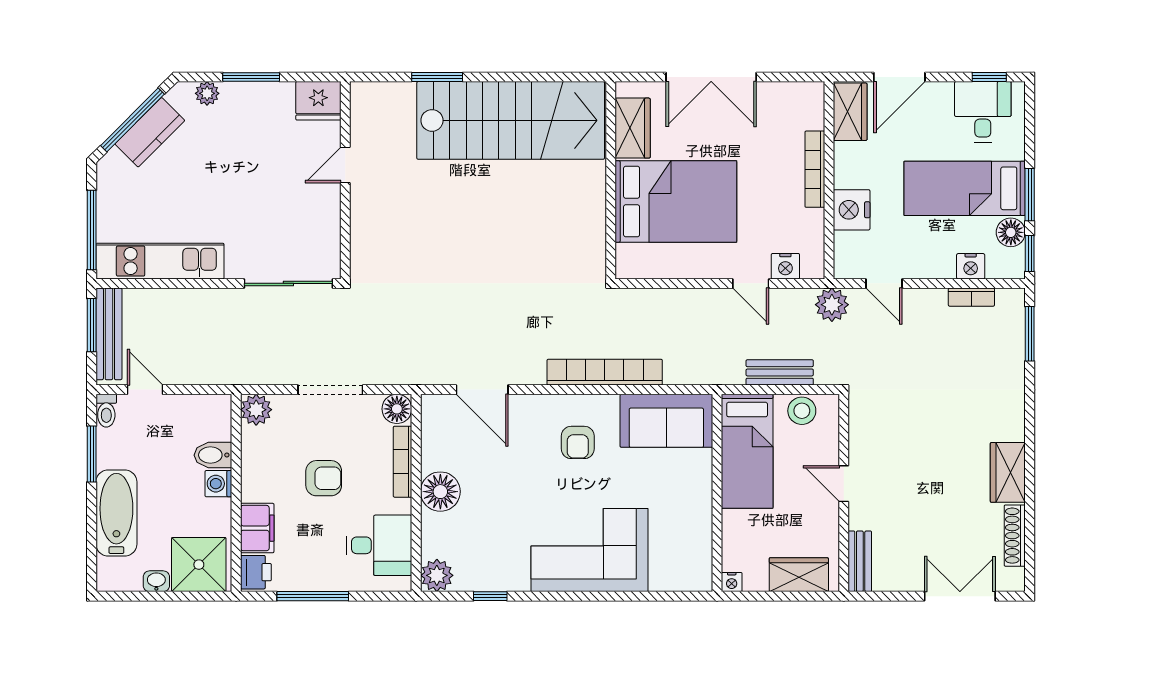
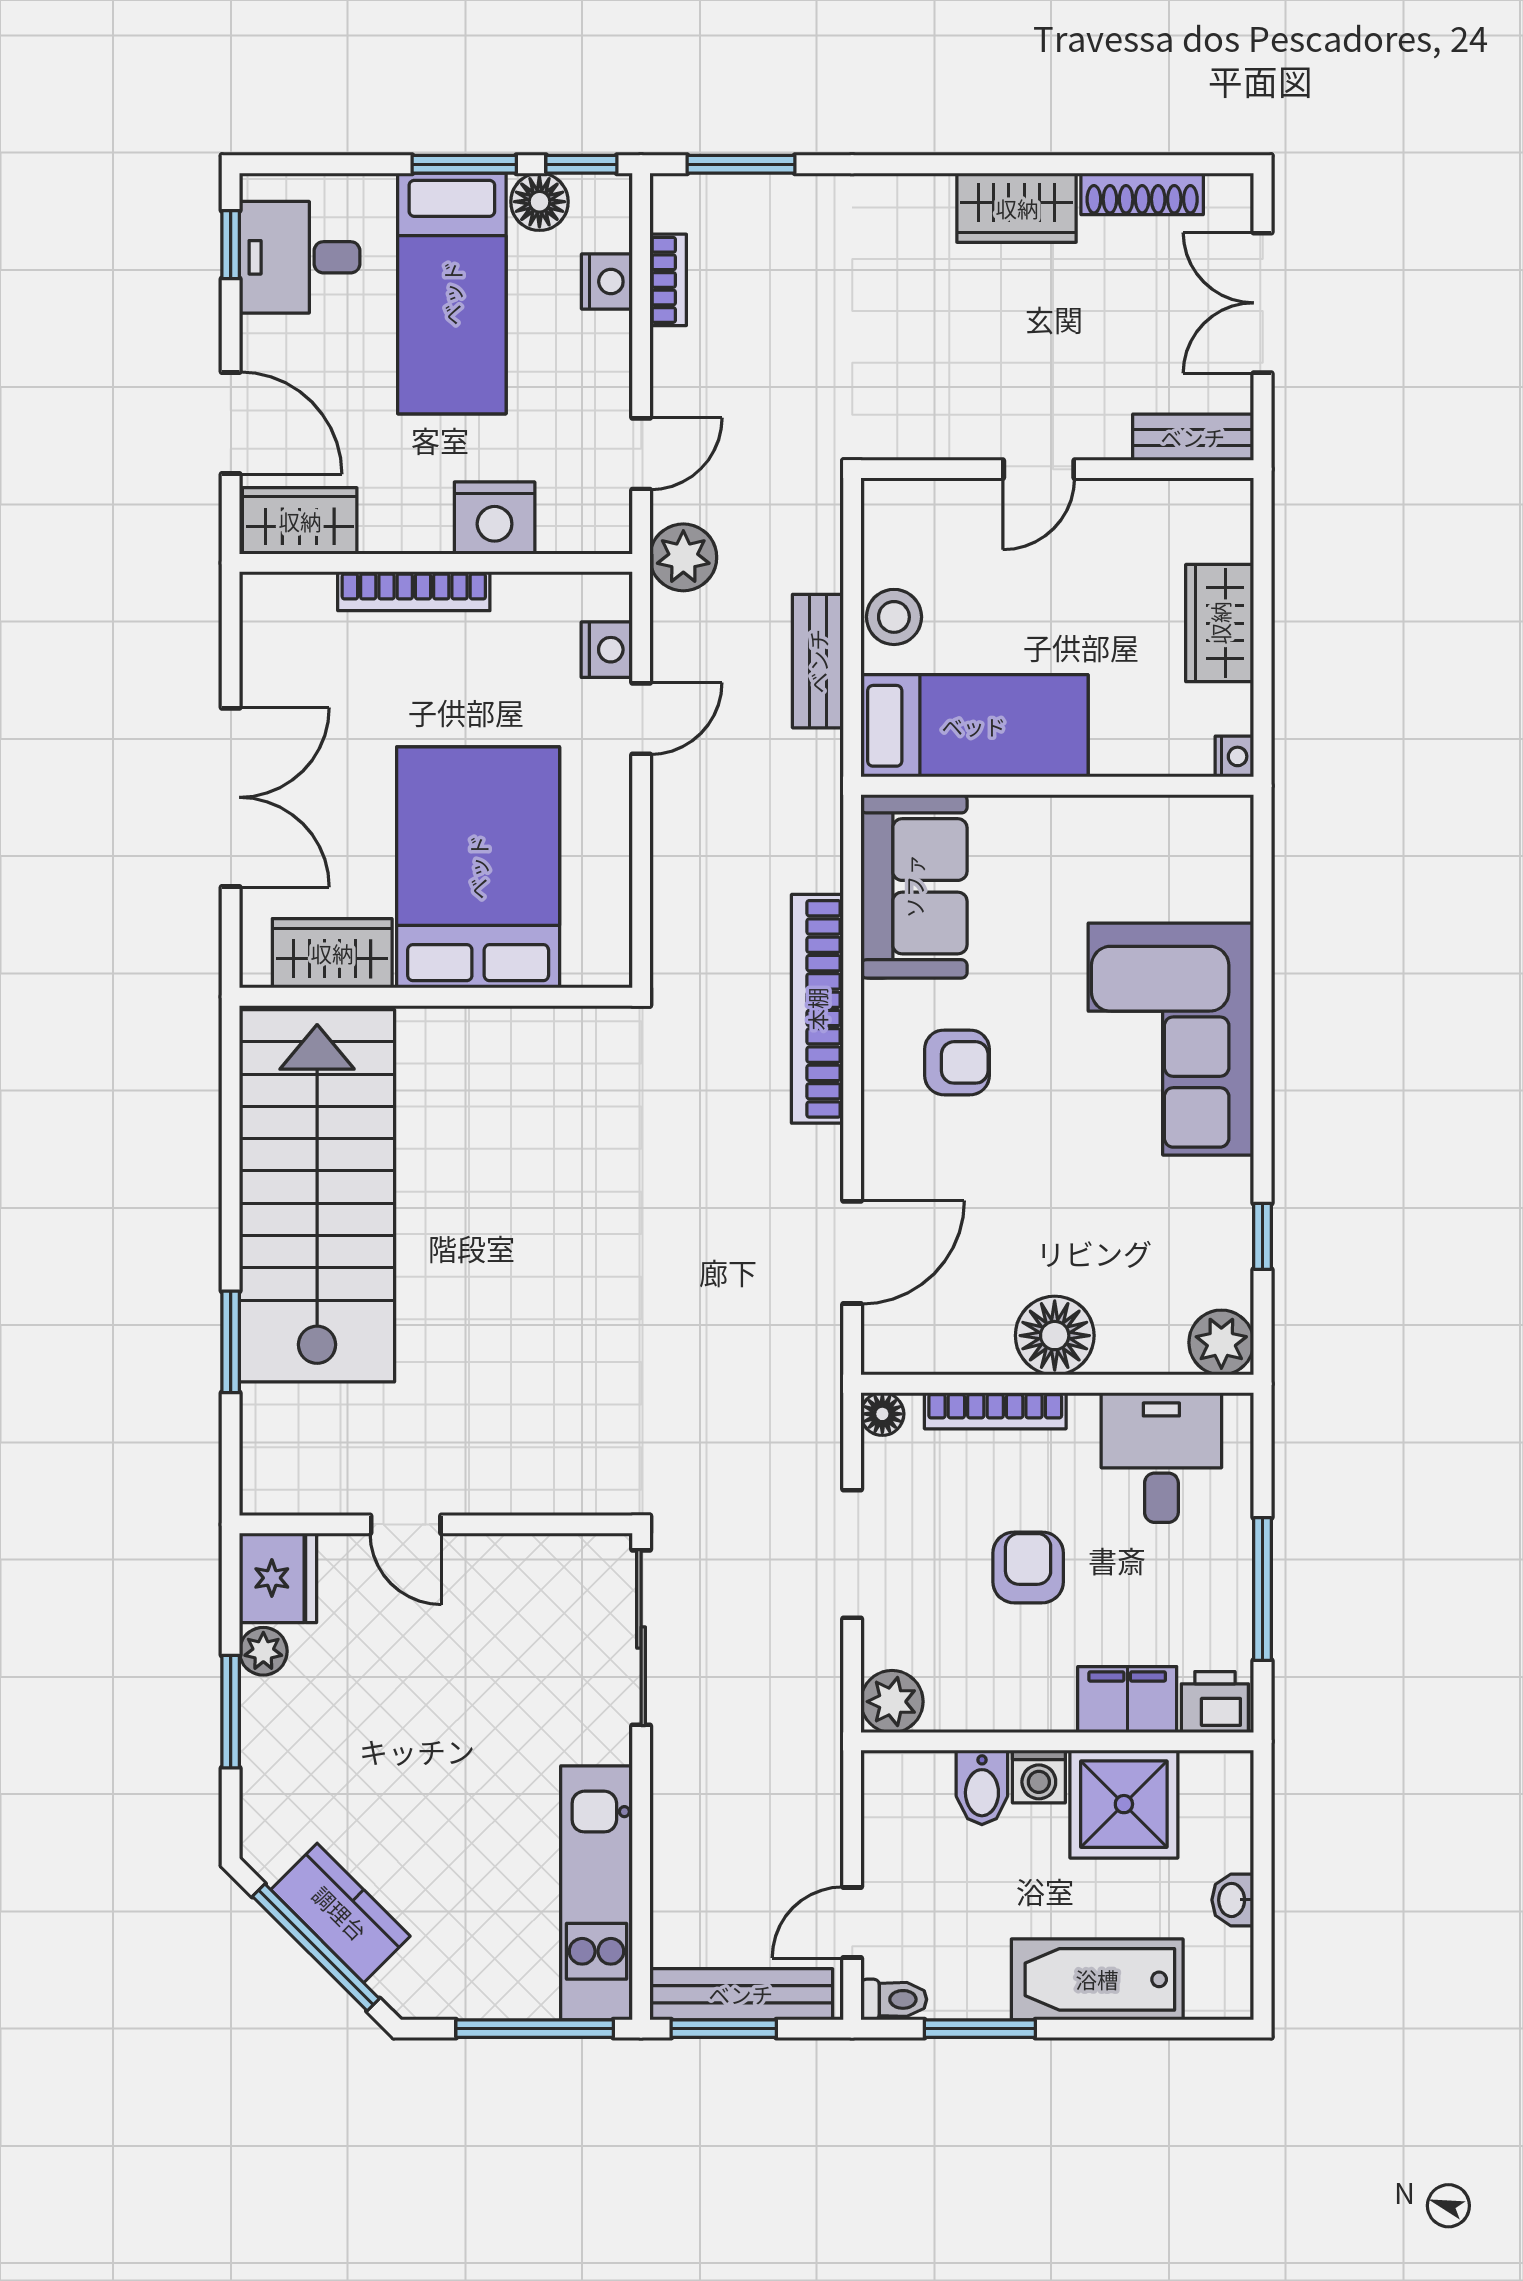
plant: (207, 93) -> (263, 1651), moved
floor lamp: (397, 409) -> (882, 1414), width x0.73, depth x0.73
door: (844, 484) -> (1039, 469), moved
wall: (844, 493) -> (1057, 469), moved
bench: (860, 561) -> (1193, 437), moved
shower: (199, 565) -> (1124, 1804), moved

